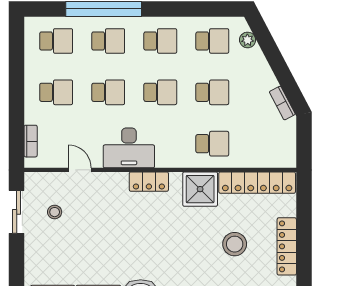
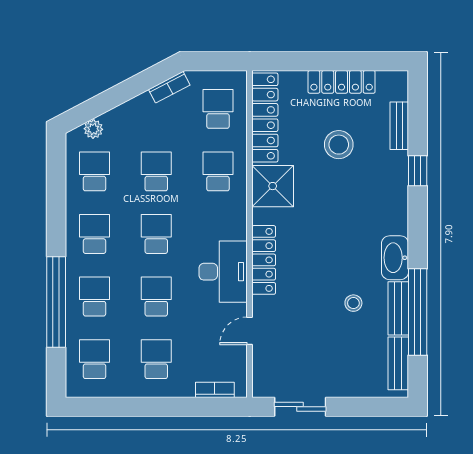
school desk: (264, 144) -> (218, 109), added
locker: (149, 182) -> (264, 260), width x1.53
stool: (55, 212) -> (353, 303), moved

